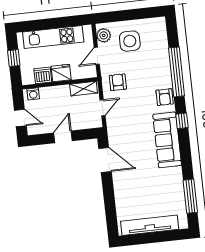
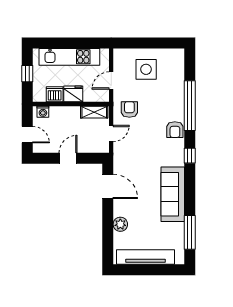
plant: (104, 35) -> (120, 224), moved
sofa: (167, 140) -> (173, 194), moved

